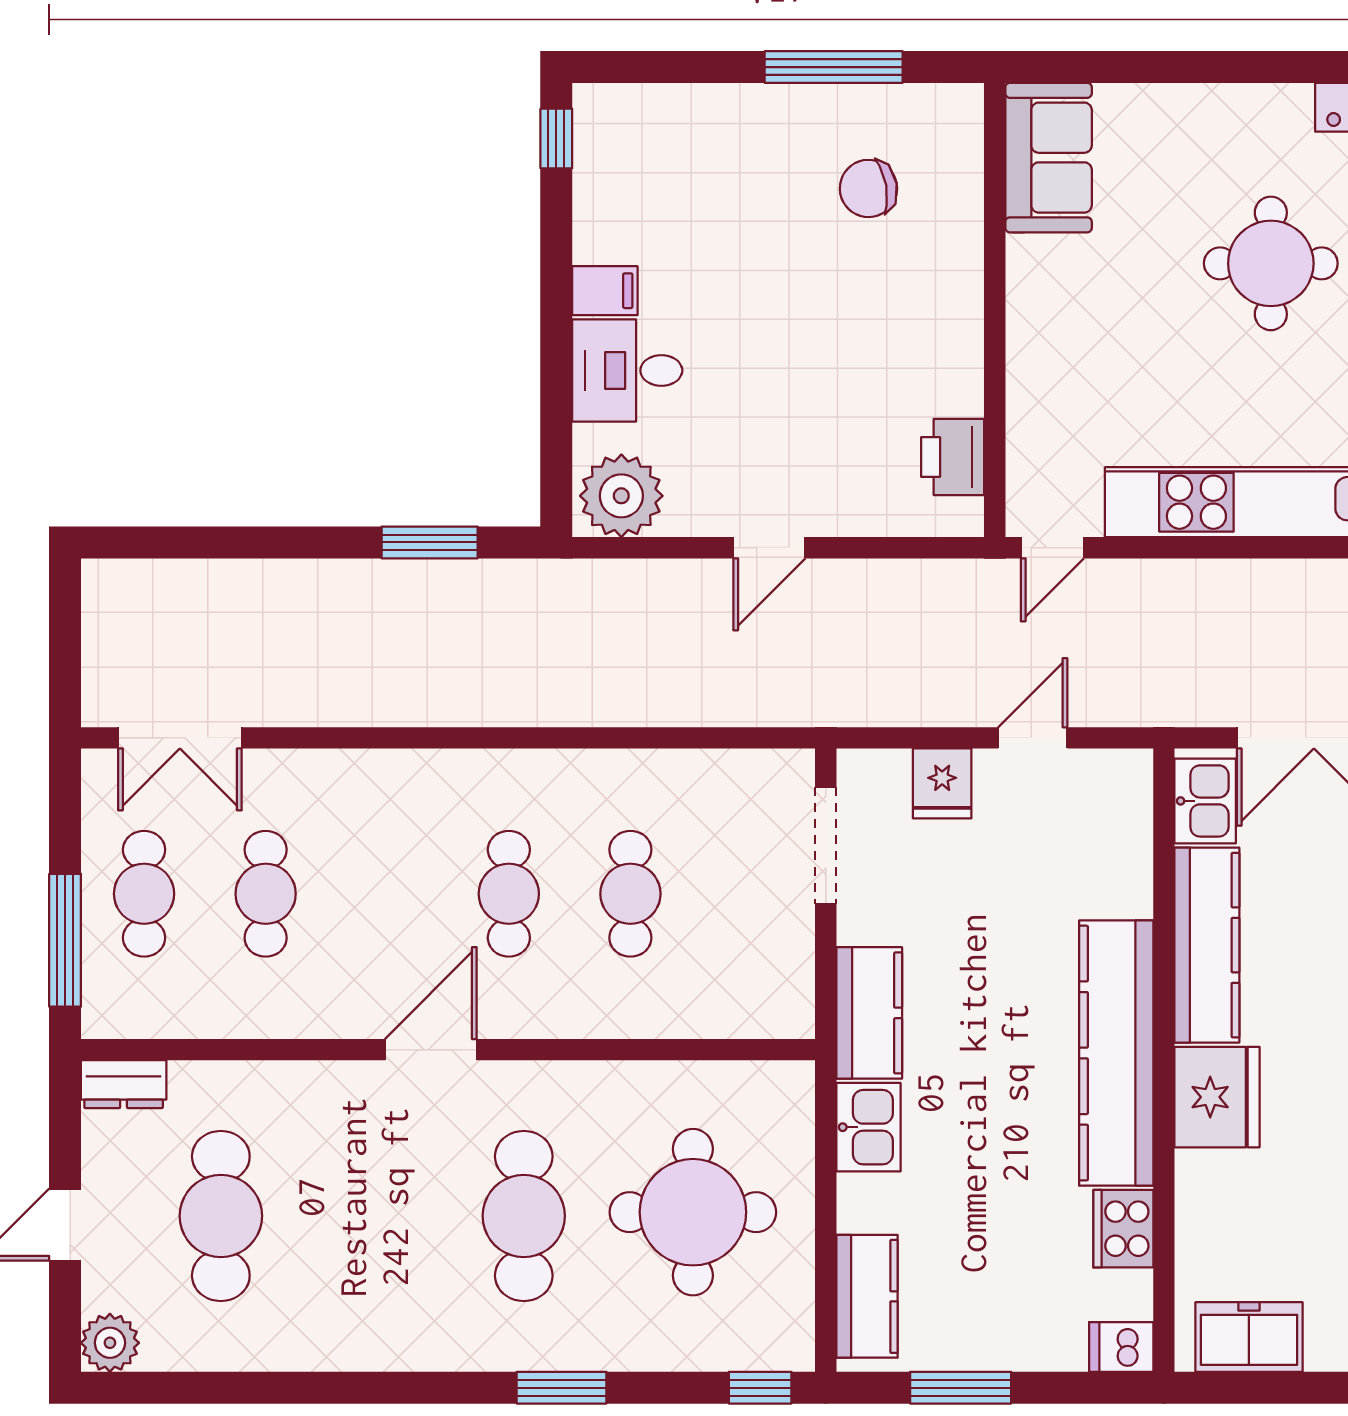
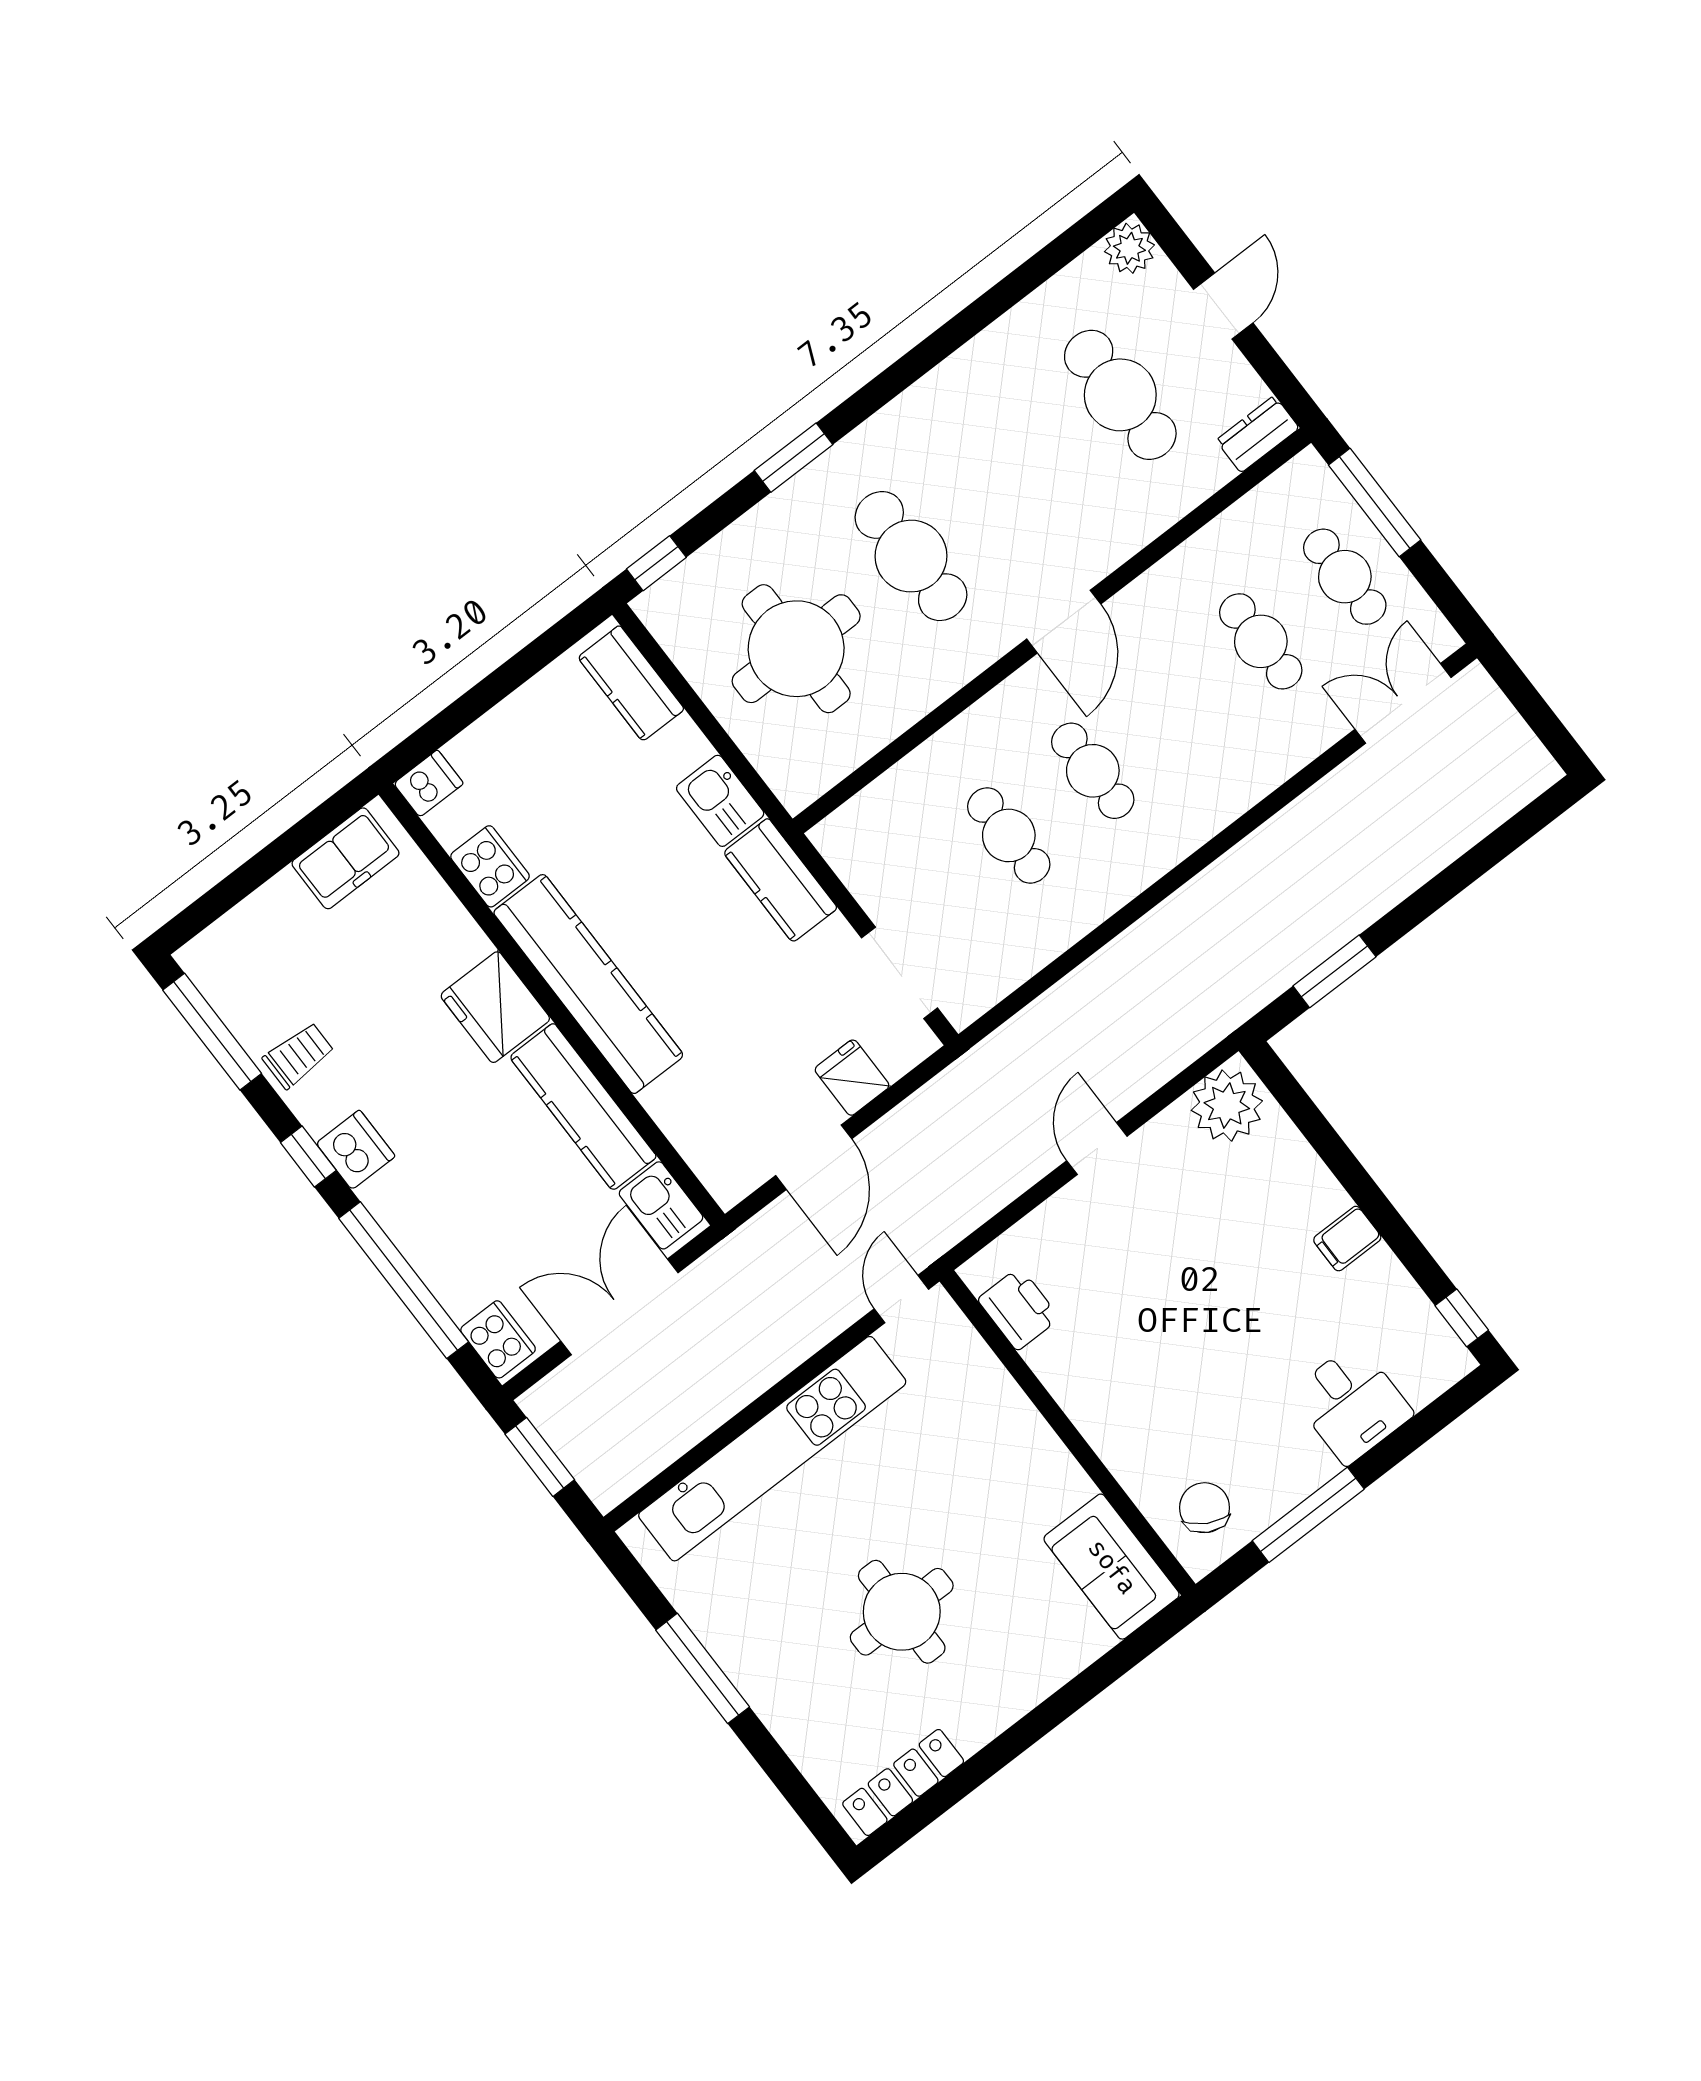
chair: (868, 188) -> (1205, 1508), moved, turned -51
desk: (627, 370) -> (1352, 1403), moved, turned 90
door: (1033, 738) -> (814, 1157), width x1.38
window: (961, 1388) -> (518, 670), removed

